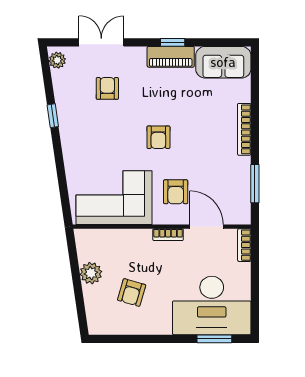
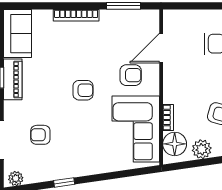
bookcase: (168, 235) -> (168, 118), moved
floor lamp: (97, 242) -> (175, 144), added
bookcase: (244, 245) -> (177, 15), removed

